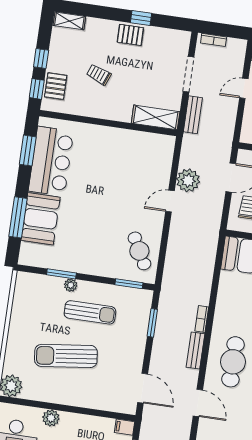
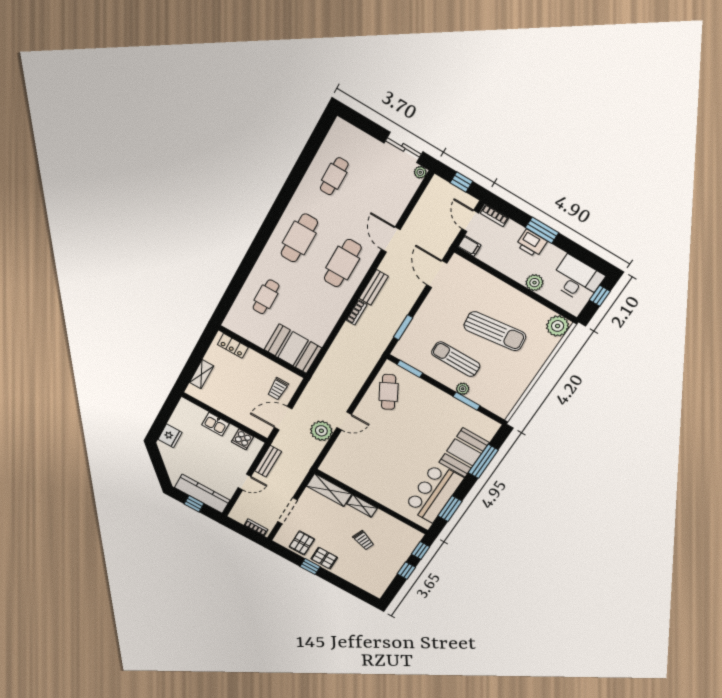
shelving: (69, 21) -> (362, 506), moved
pallet: (56, 86) -> (302, 543), moved
bench: (193, 115) -> (268, 461), moved

